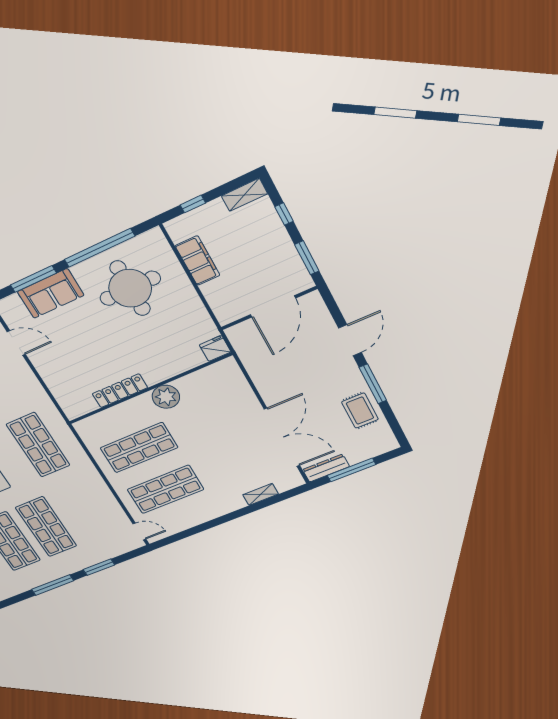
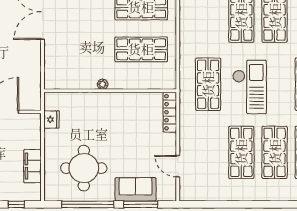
fridge: (215, 348) -> (51, 119), moved, turned -90
locker: (120, 391) -> (170, 112), moved, turned 90
plant: (166, 397) -> (103, 84), width x0.53, depth x0.53

